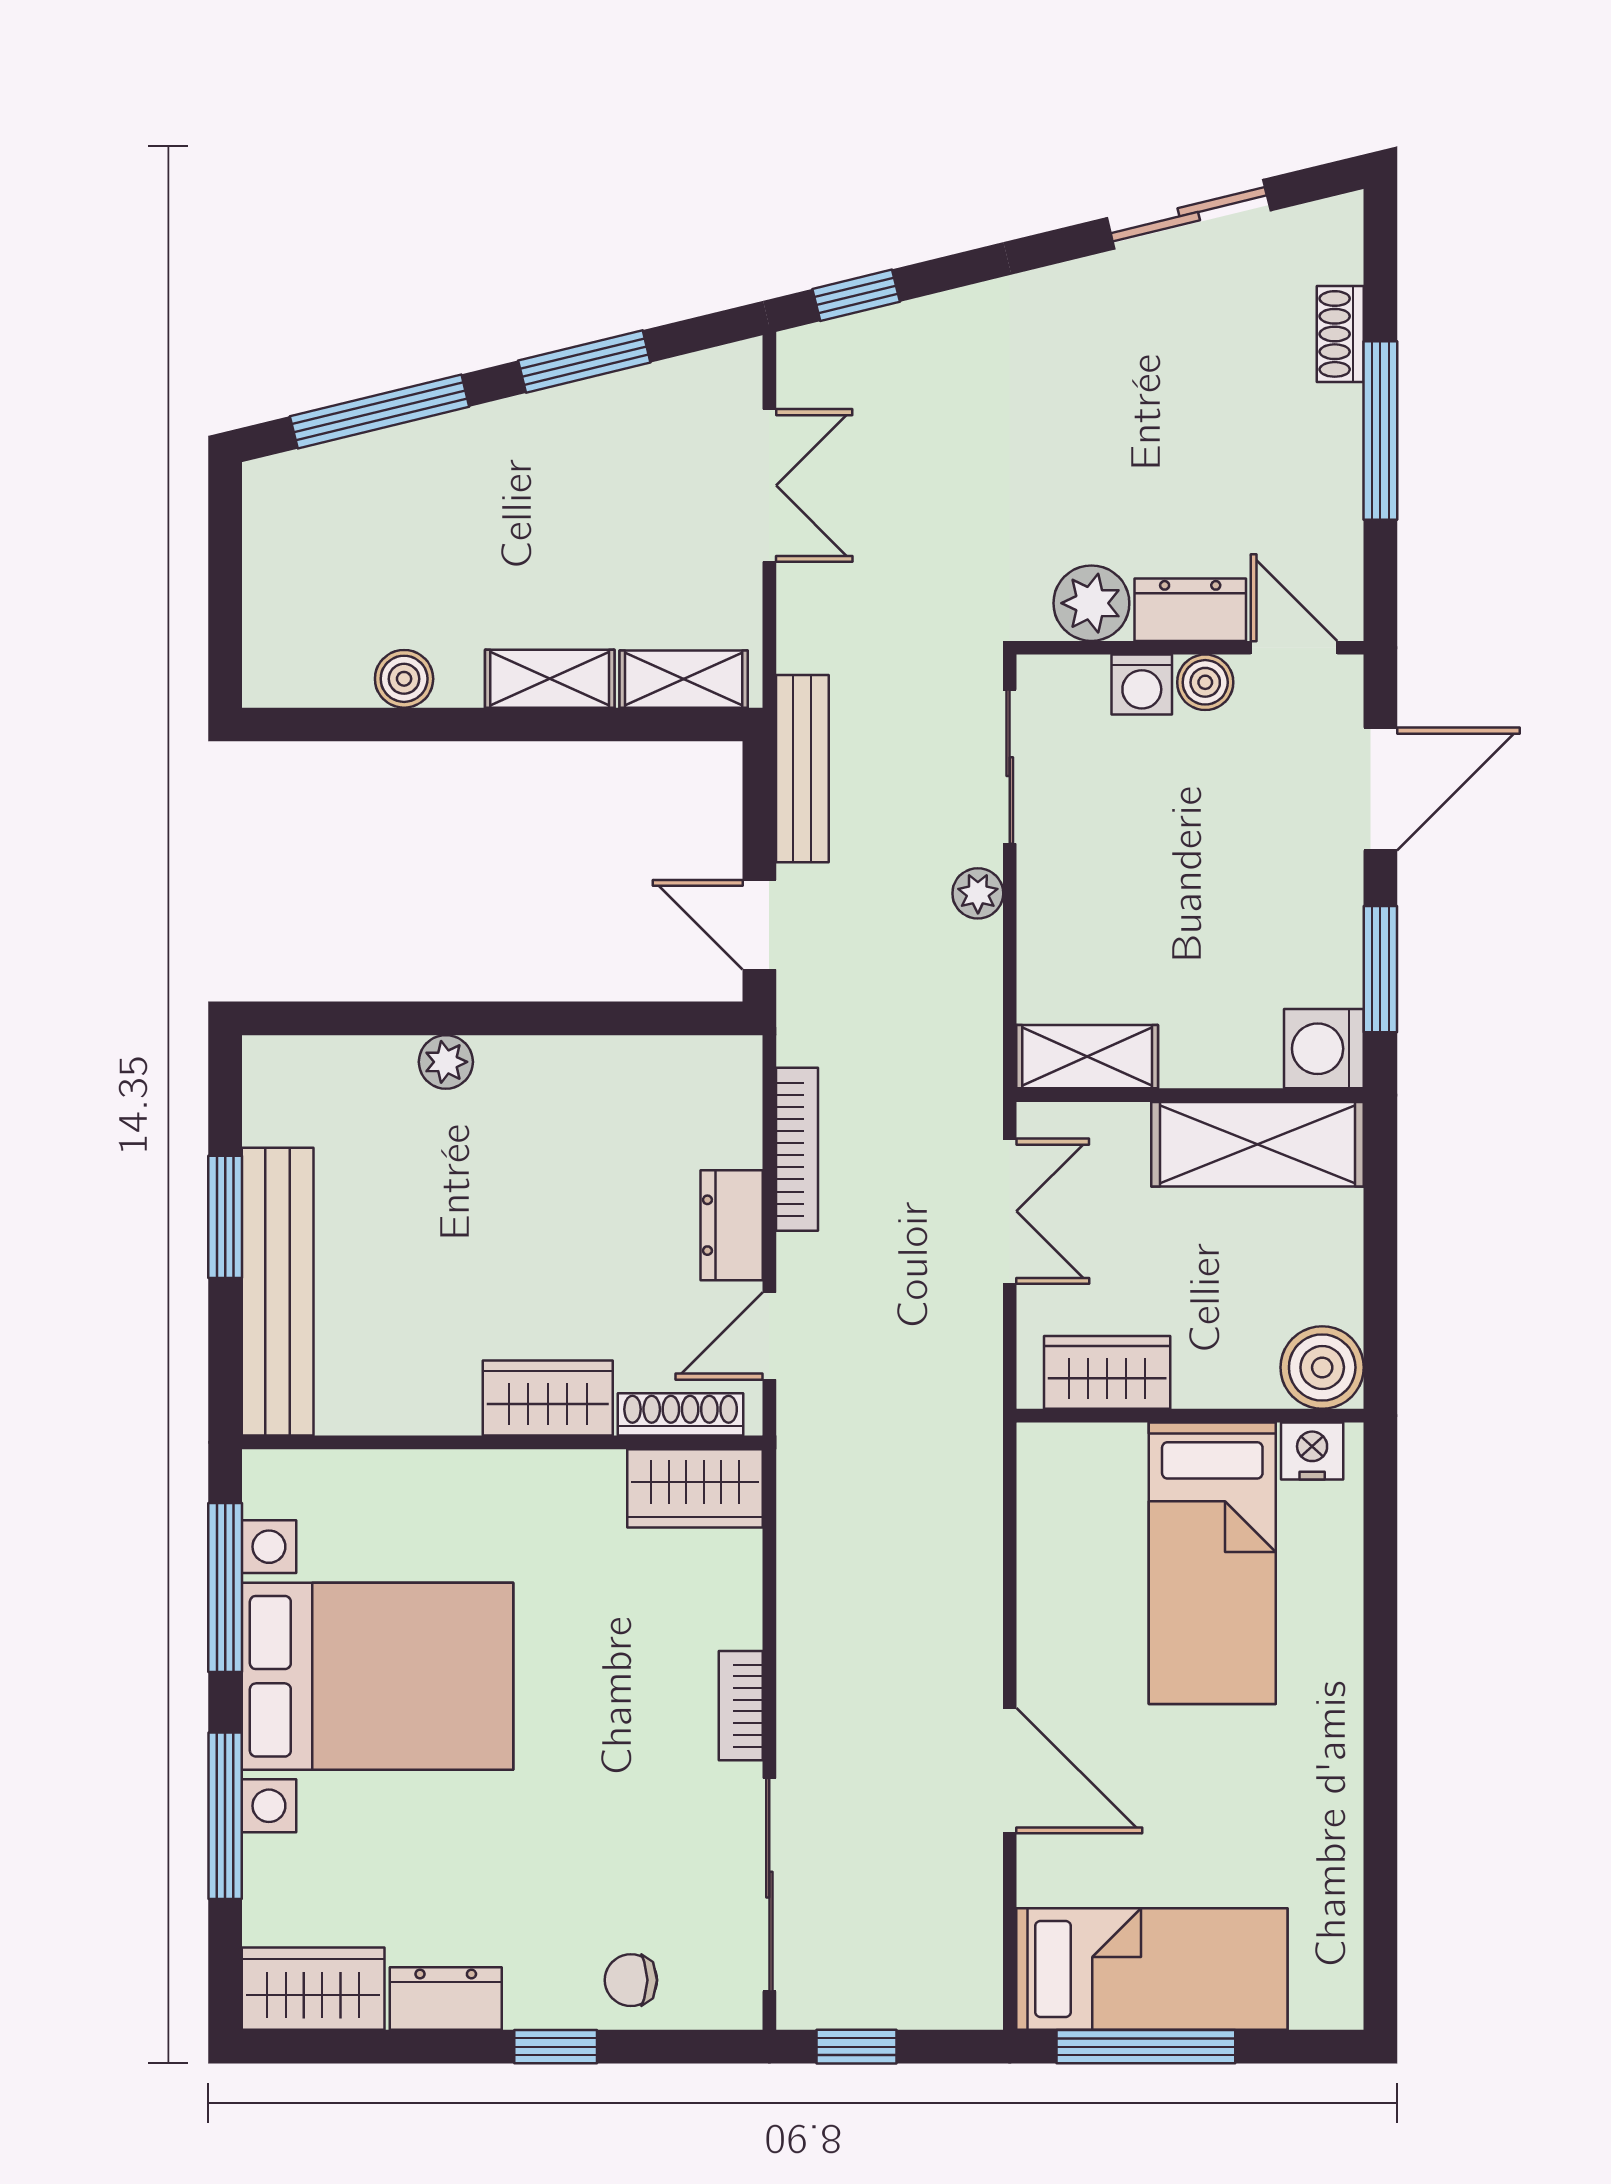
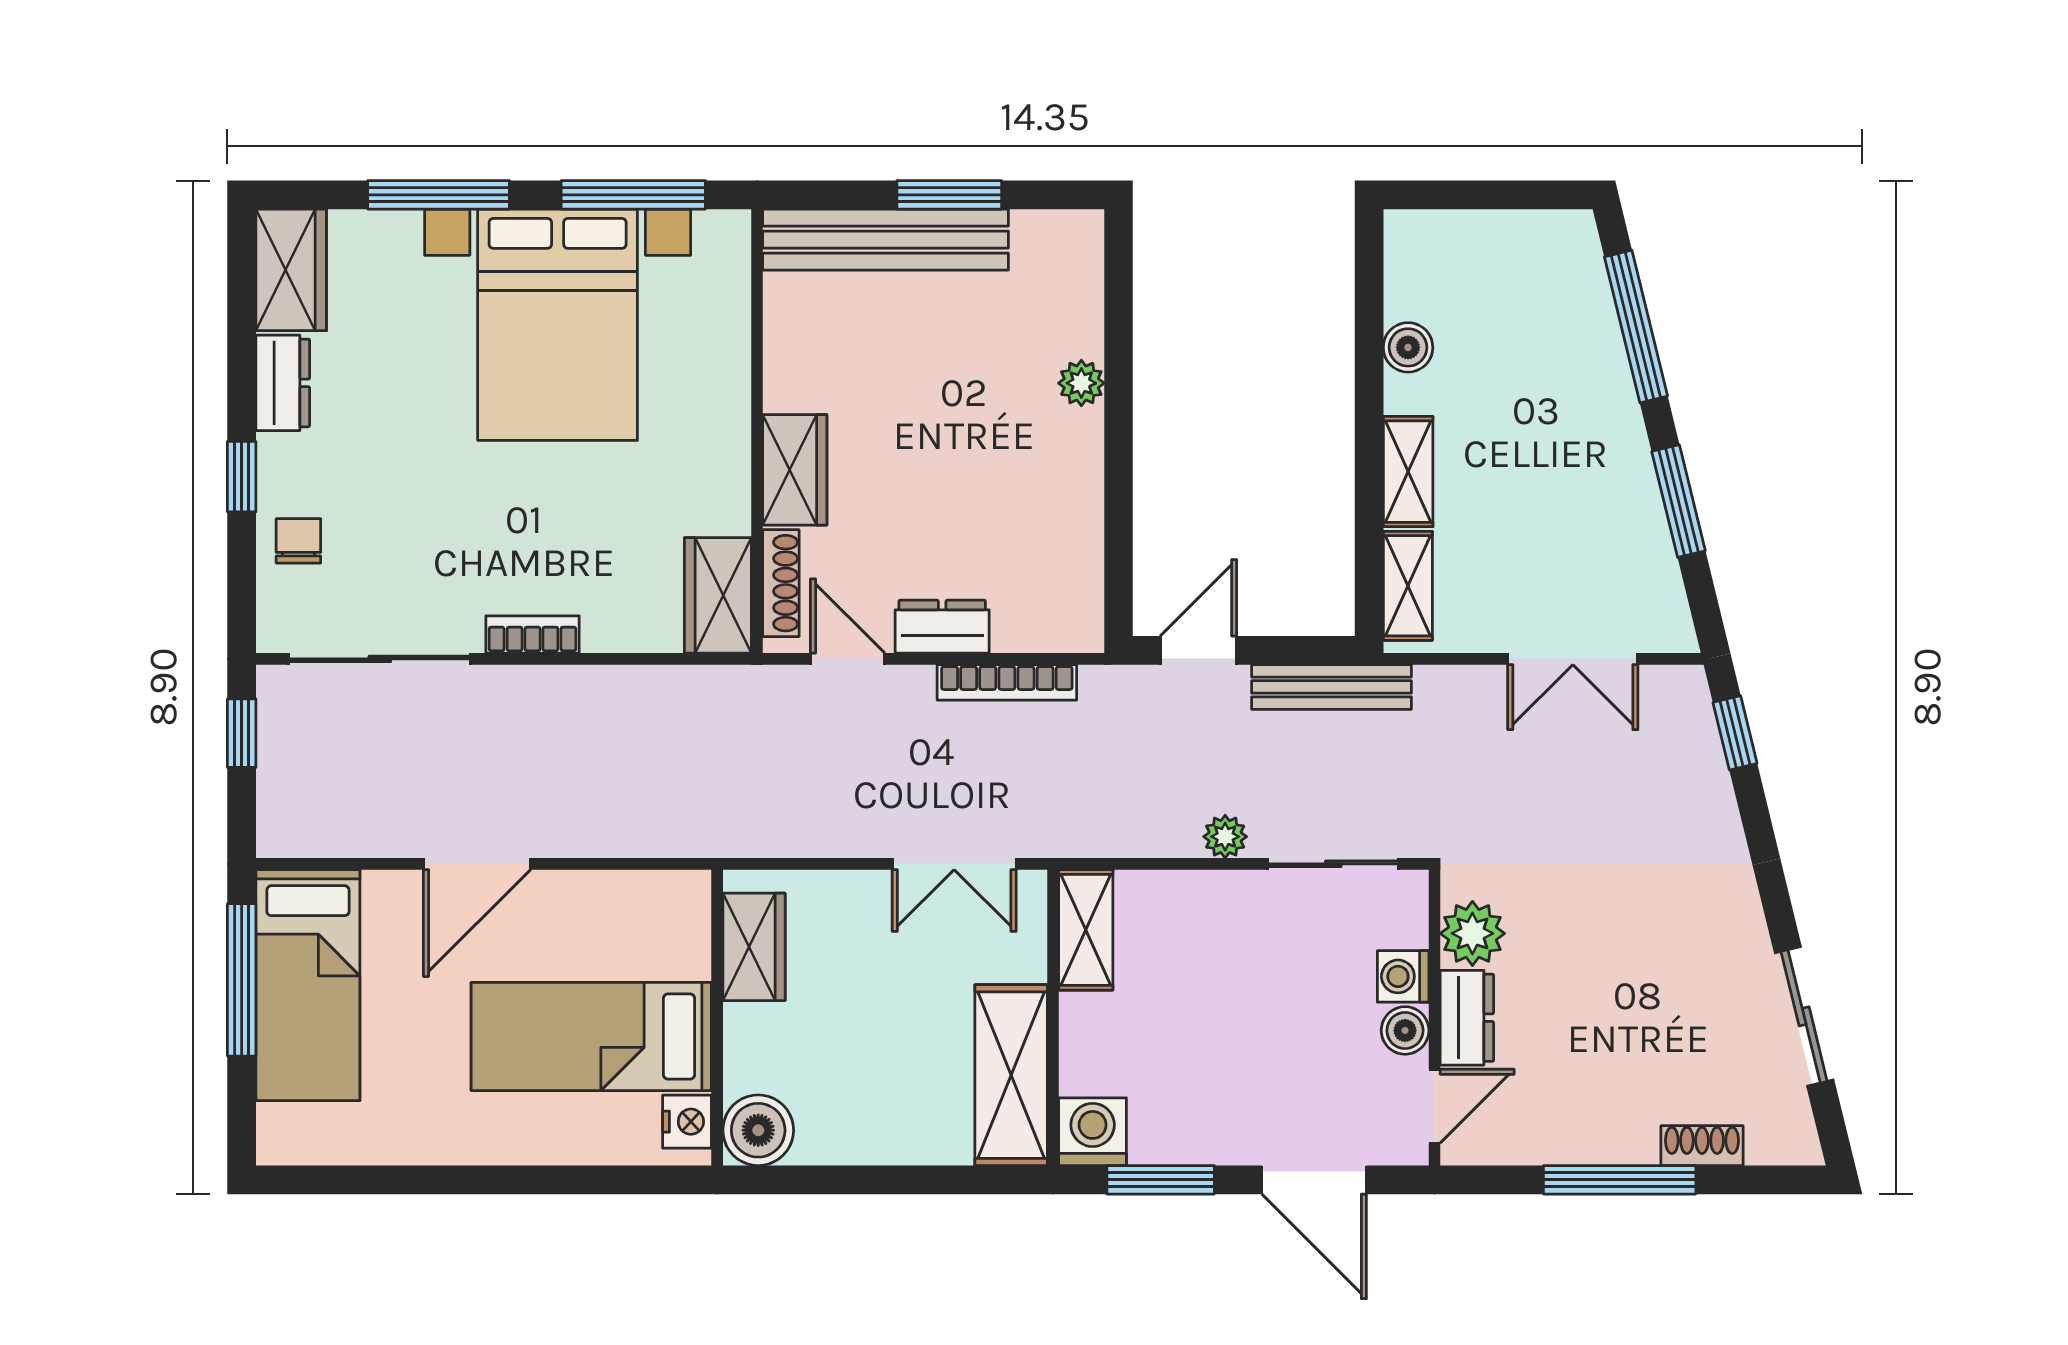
boiler: (1322, 1367) -> (758, 1130), moved
wardrobe: (1107, 1372) -> (754, 947), moved
wall: (1190, 1416) -> (717, 1018), moved
nightstand: (1312, 1451) -> (687, 1122), moved
bed: (1212, 1563) -> (591, 1036), moved

